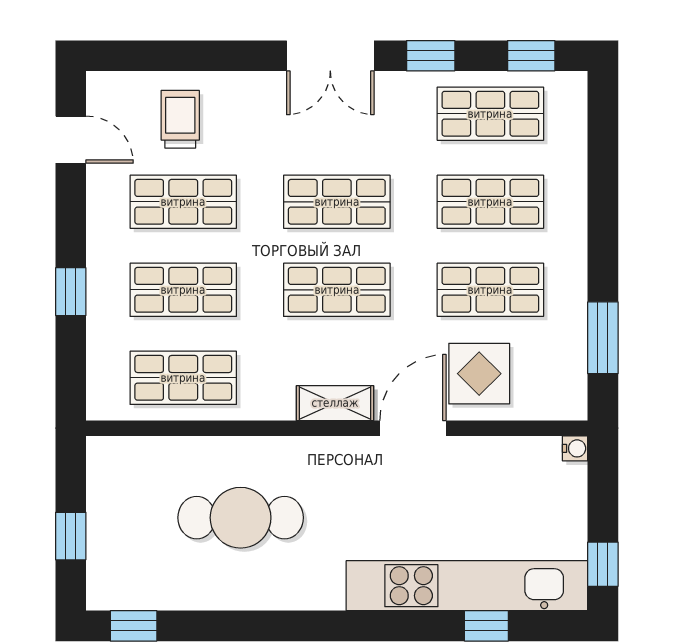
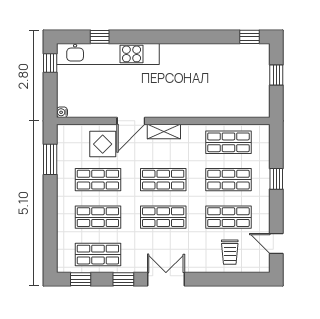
cafe table: (241, 518) -> (204, 83), removed

